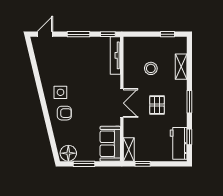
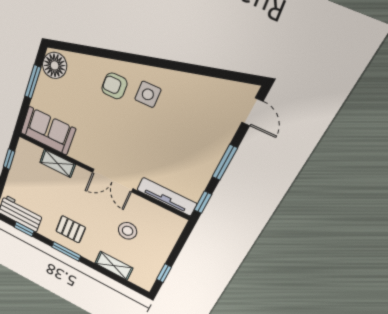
double door: (122, 103) -> (113, 180), moved
pallet: (157, 105) -> (71, 229), moved
armchair: (64, 113) -> (114, 86), turned 90
shelving: (129, 150) -> (57, 163), moved

